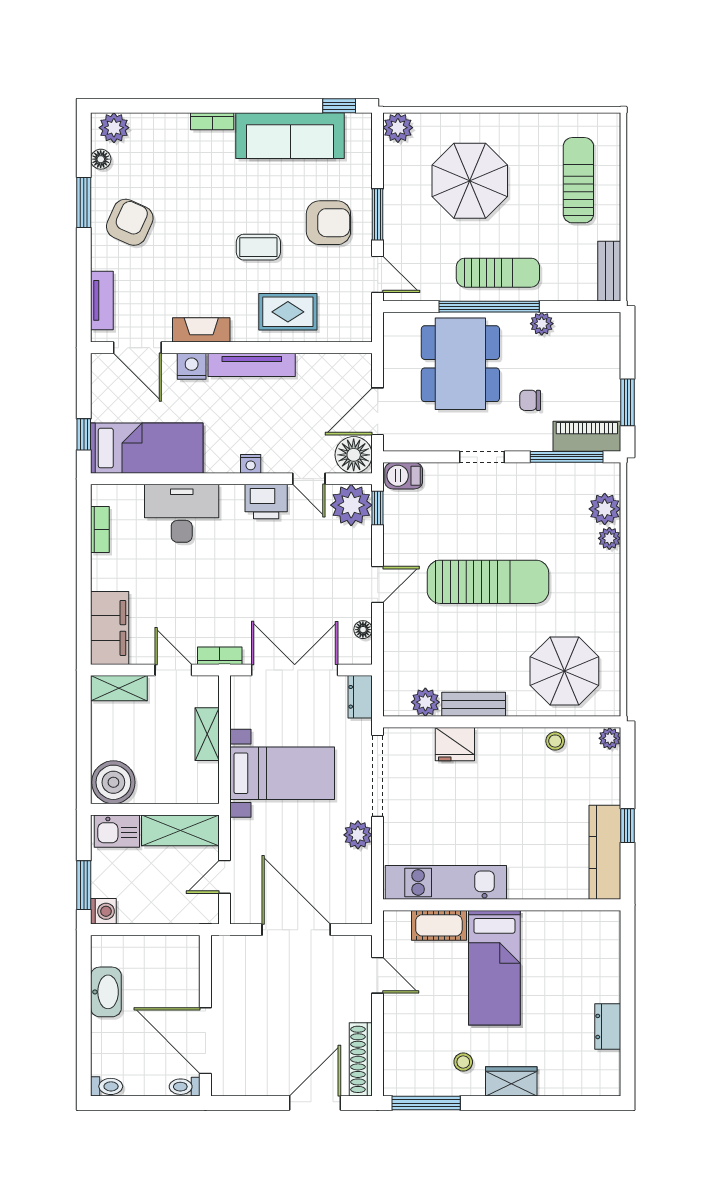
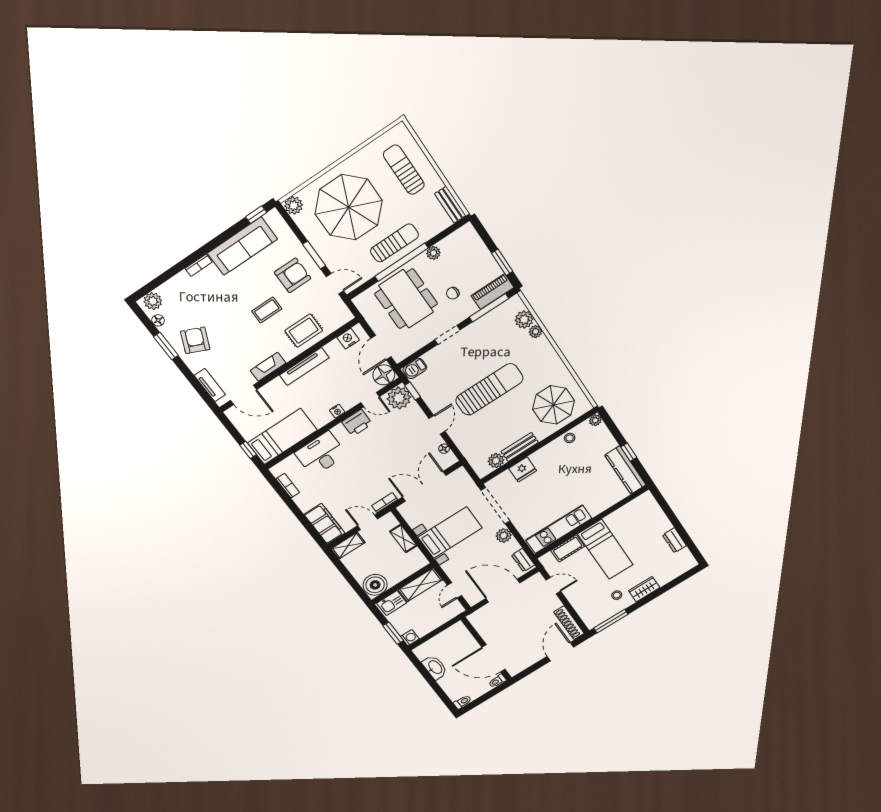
parasol: (470, 181) -> (349, 207), width x1.36, depth x1.36
nightstand: (192, 366) -> (348, 339), moved
dresser: (360, 697) -> (523, 560), moved

